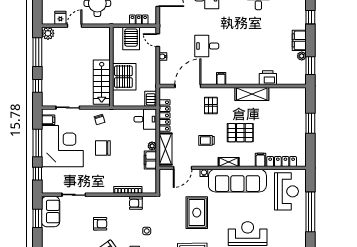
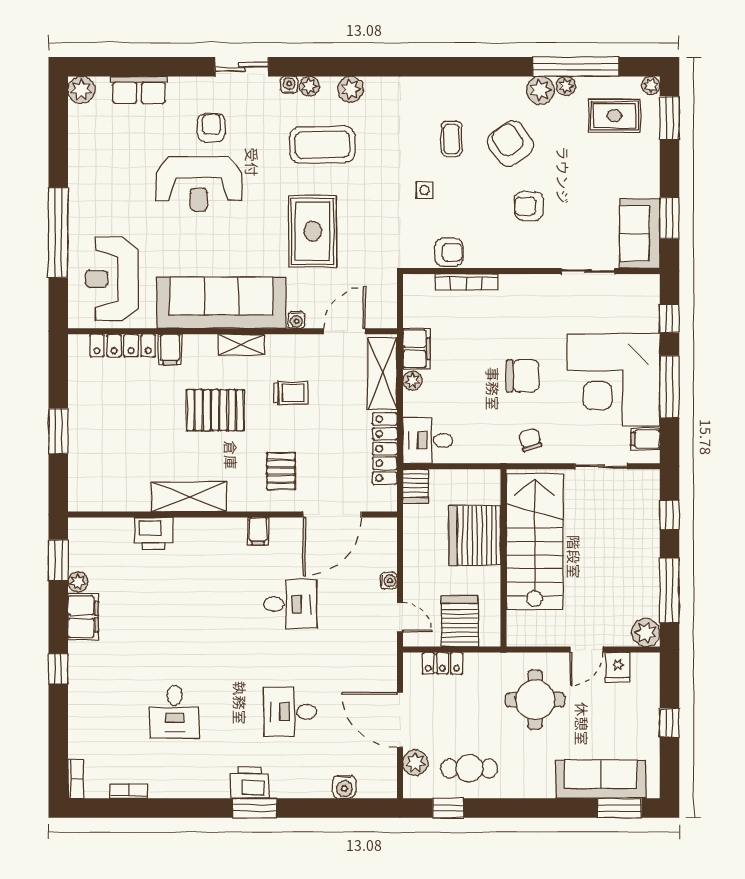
stairs: (102, 82) -> (535, 542), width x1.36, depth x1.51

